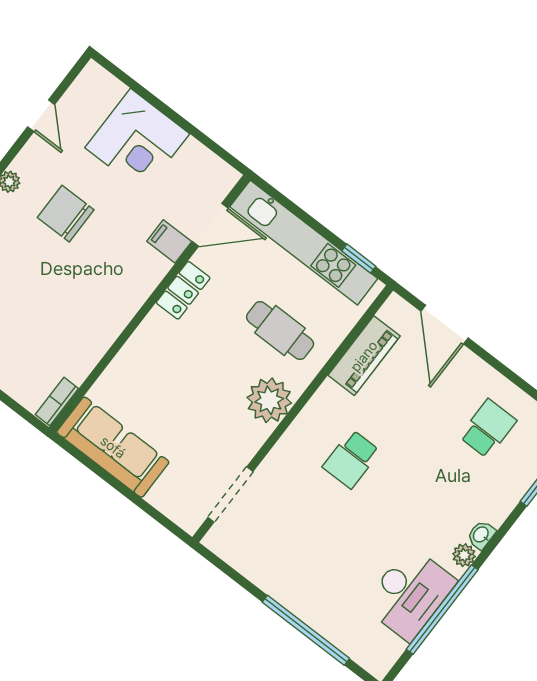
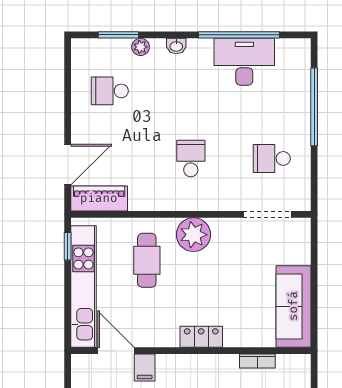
locker: (183, 290) -> (201, 337), moved
piano: (364, 356) -> (99, 198), moved
bookcase: (57, 401) -> (257, 361), moved
school desk: (351, 459) -> (191, 158), turned -90
school desk: (286, 544) -> (272, 158), added
plant: (464, 555) -> (141, 47), moved

